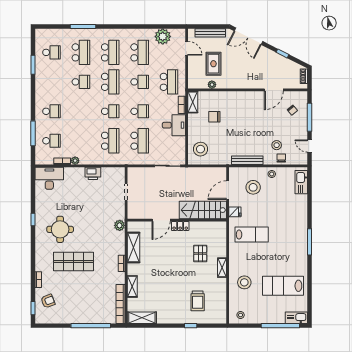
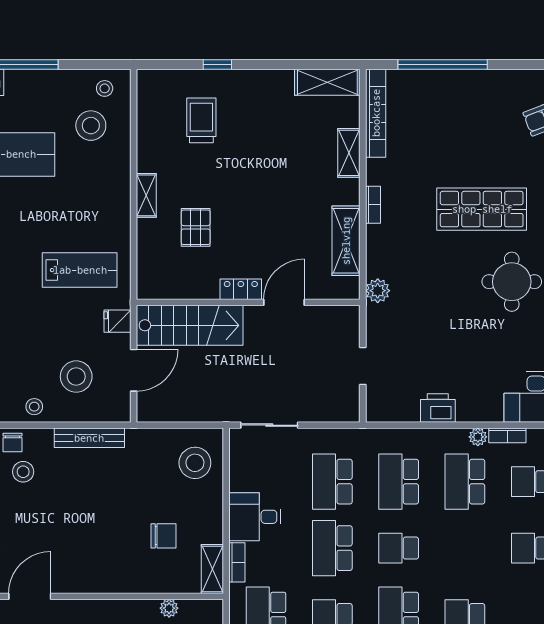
school desk: (140, 111) -> (332, 548), width x1.85
school desk: (81, 141) -> (465, 482), added
lab bench: (252, 235) -> (80, 270), turned 180
stool: (244, 282) -> (91, 126), moved

